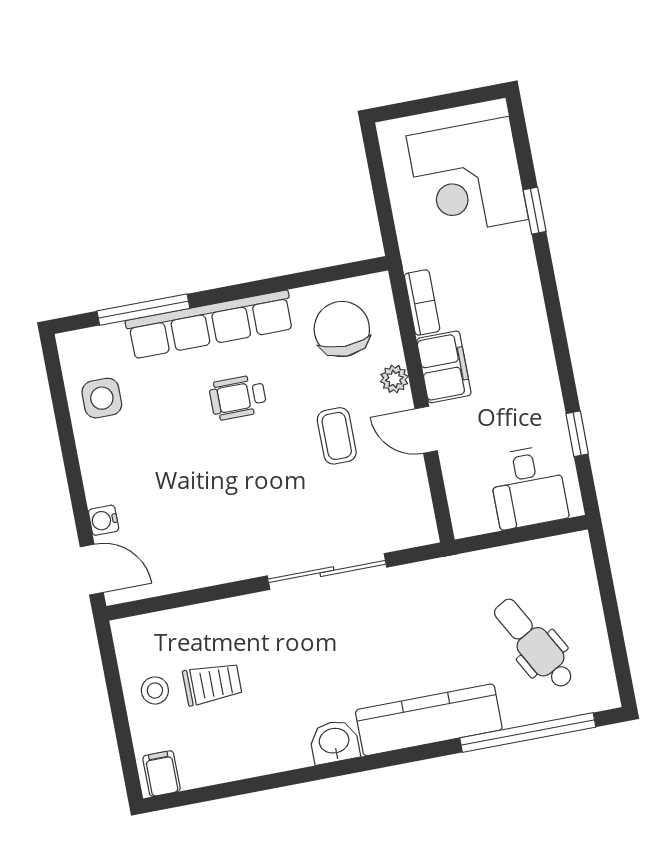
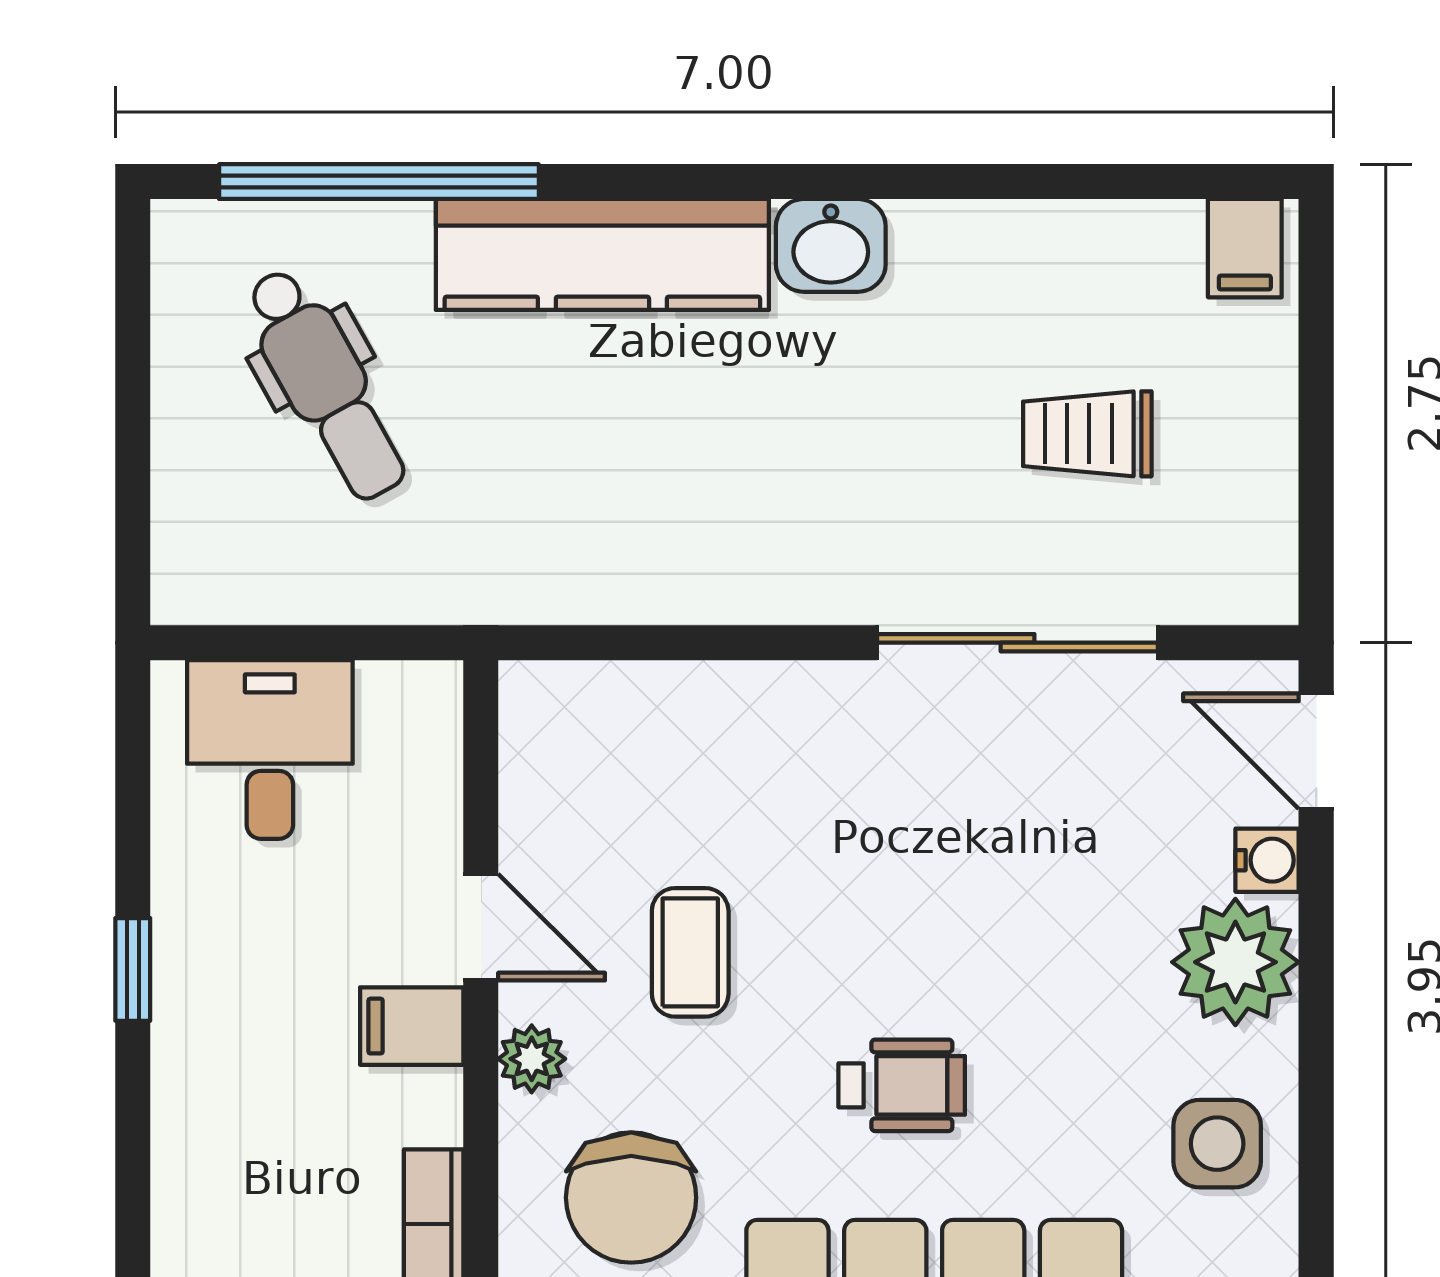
filing cabinet: (444, 367) -> (412, 1026), width x0.50
window: (577, 434) -> (133, 969), moved
plant: (109, 475) -> (1235, 962), added
sliding door: (327, 572) -> (1018, 643), moved
stool: (155, 690) -> (1223, 443), removed

